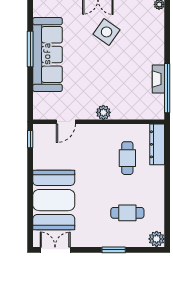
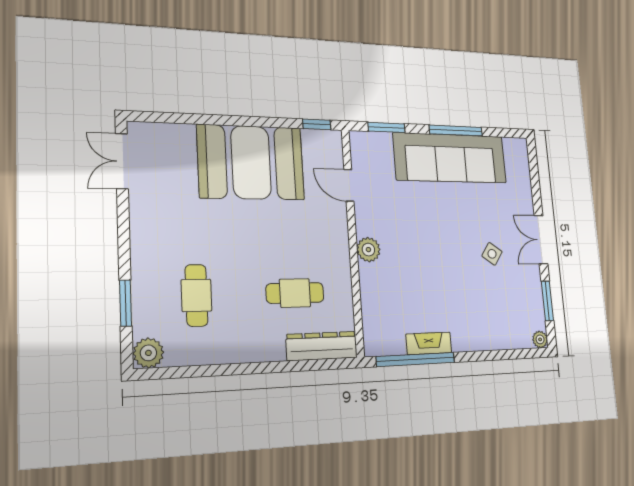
side table: (107, 32) -> (492, 254), width x0.54, depth x0.54
window: (30, 95) -> (386, 127), added
booth: (54, 200) -> (251, 162), moved
double door: (55, 250) -> (122, 161), swing flipped
window: (114, 250) -> (125, 303), moved

